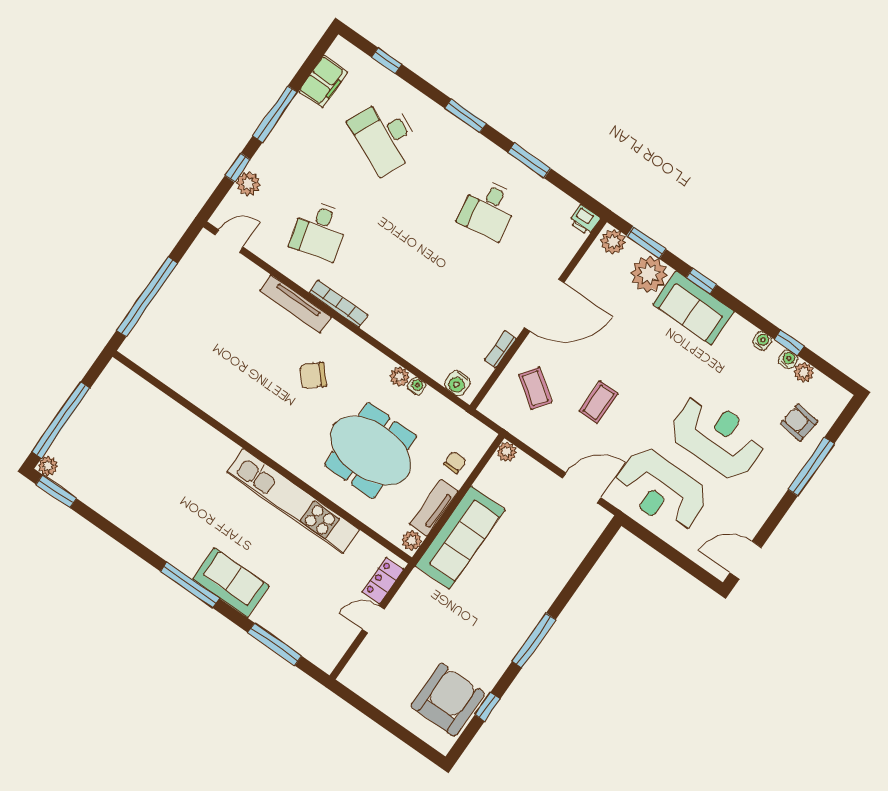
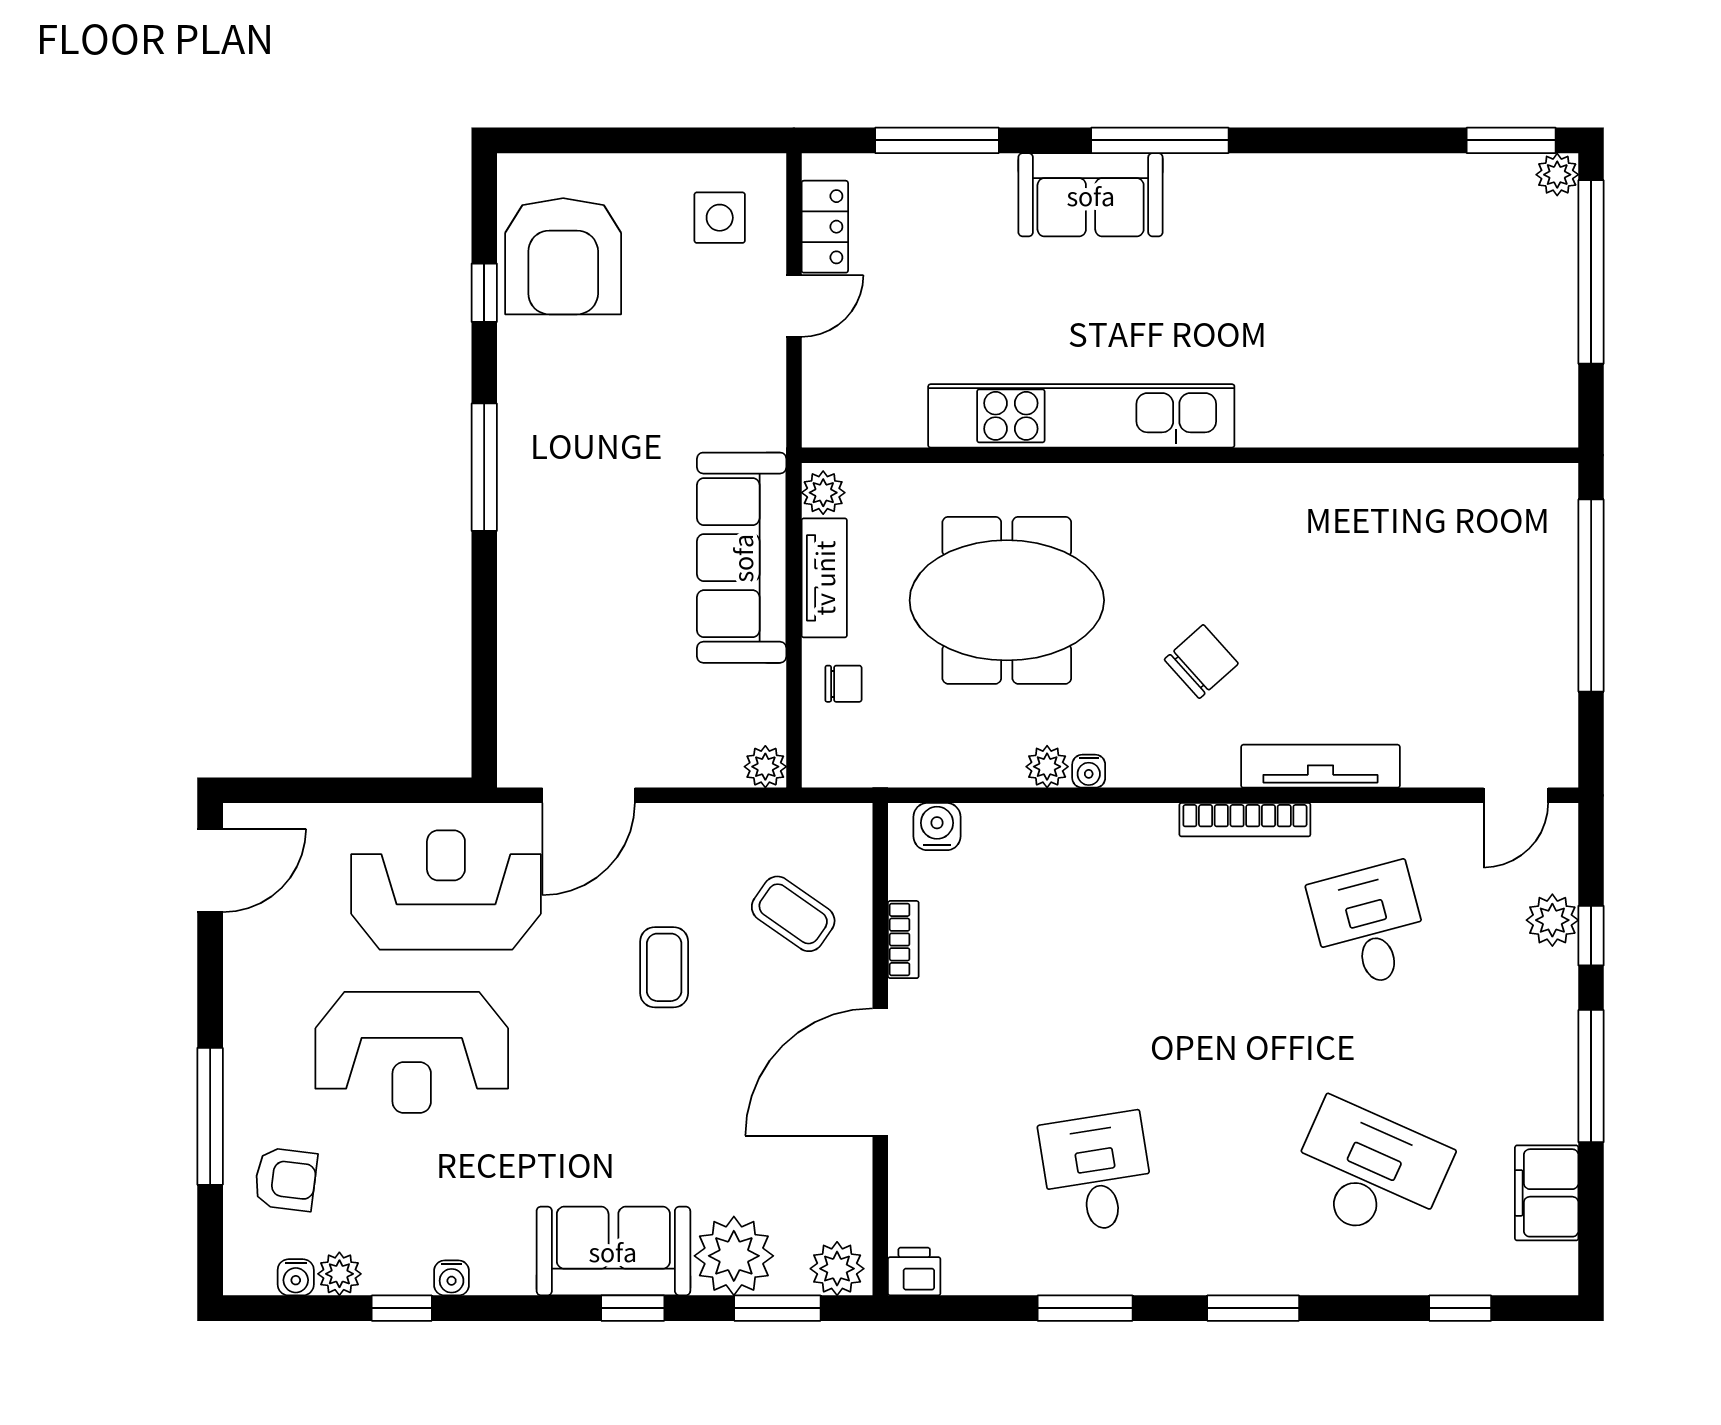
water cooler: (788, 359) -> (296, 1277), moved
water cooler: (417, 386) -> (1089, 771), moved
chair: (455, 462) -> (843, 684), turned -90
locker: (383, 581) -> (825, 227), moved
side table: (378, 673) -> (720, 218), added

